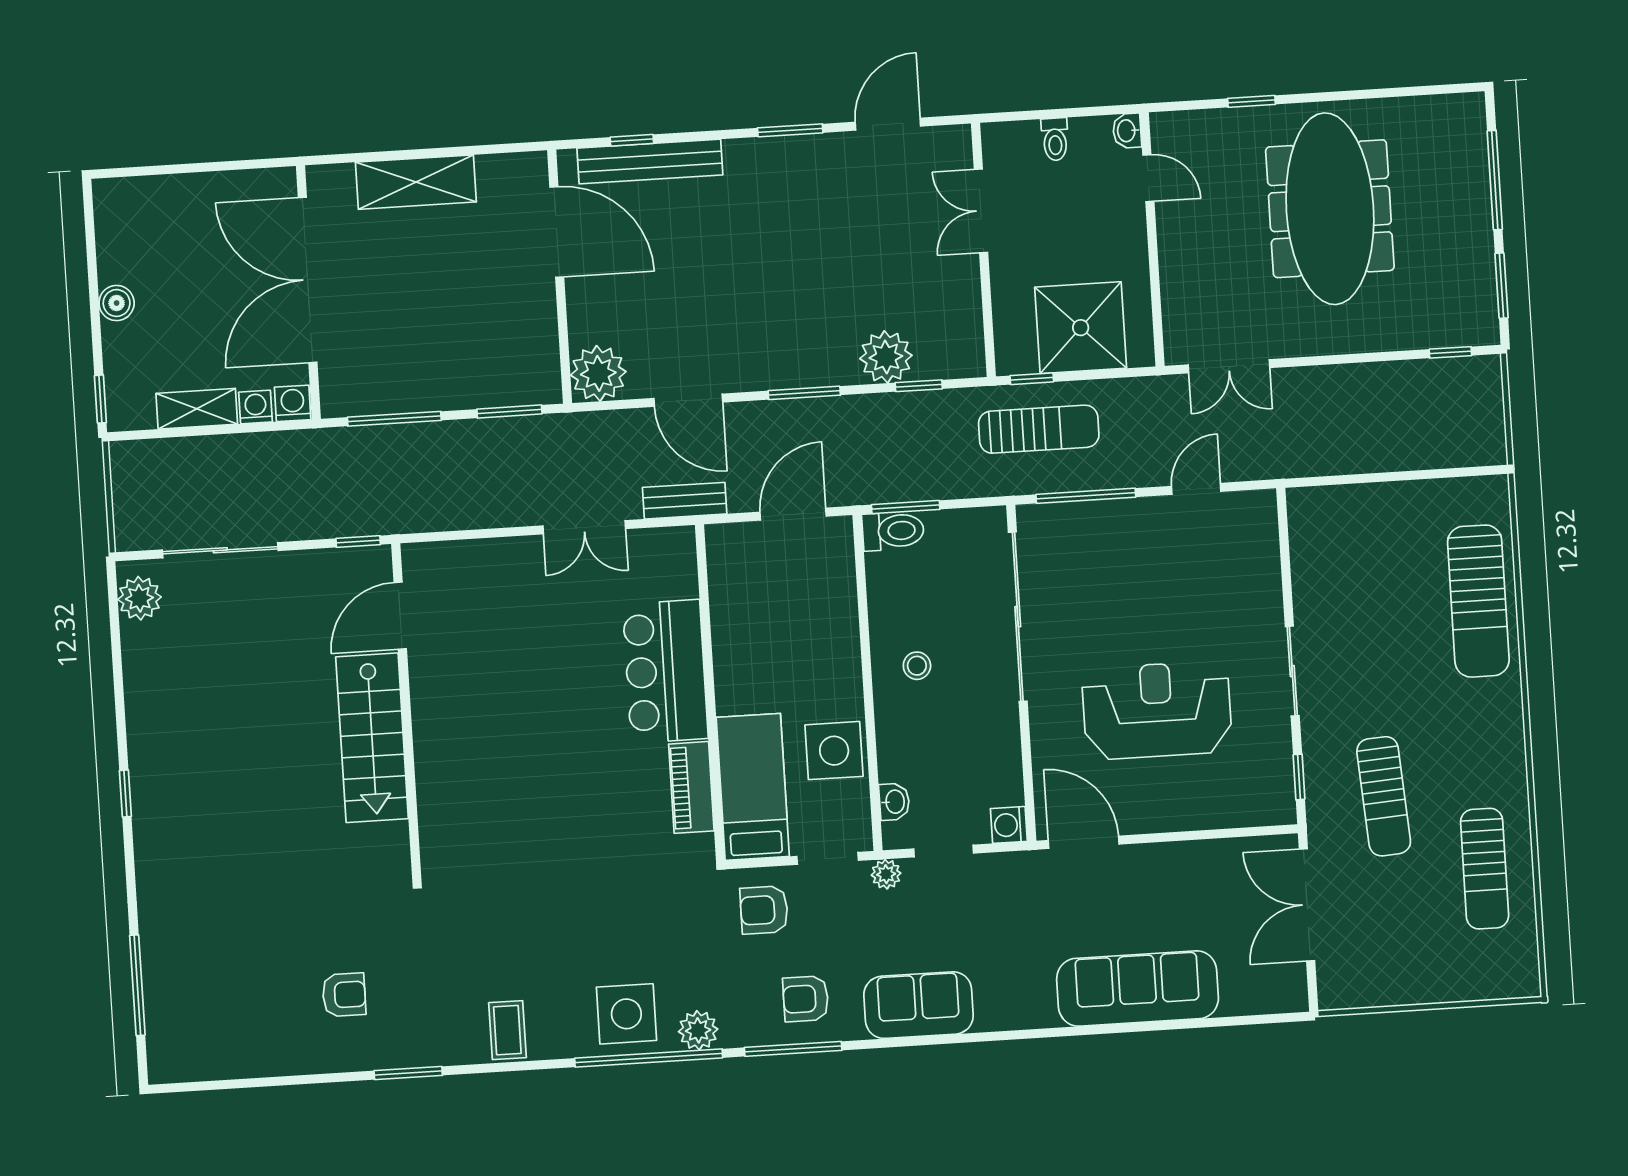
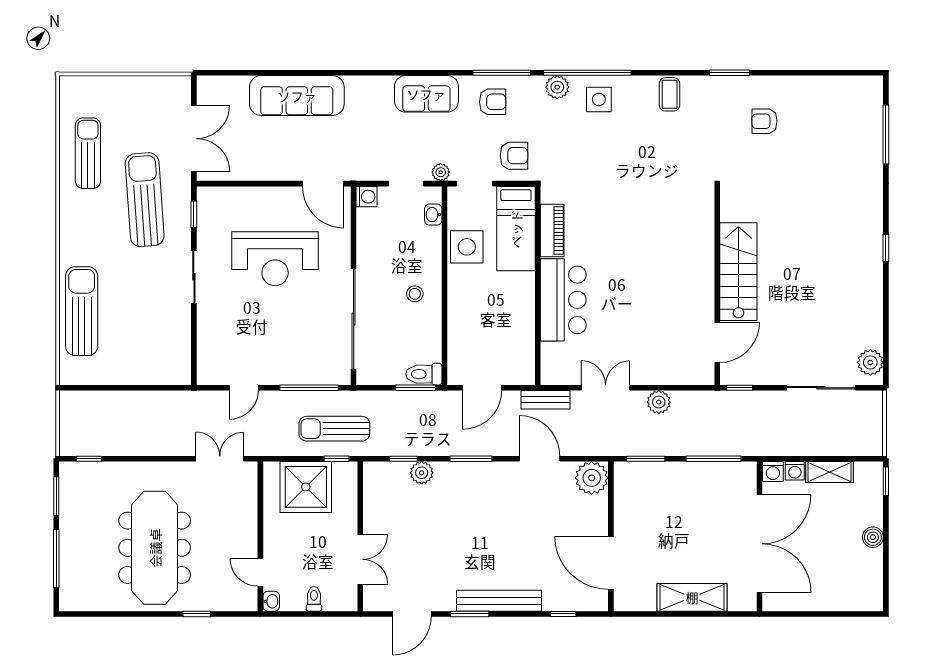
bench: (650, 162) -> (499, 601), moved
plant: (886, 357) -> (422, 473), width x0.73, depth x0.73
plant: (493, 509) -> (659, 402), added
sun lounger: (1384, 796) -> (145, 200), width x1.36, depth x1.34
side table: (626, 1014) -> (599, 100), width x0.73, depth x0.73

